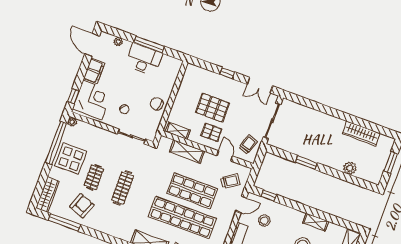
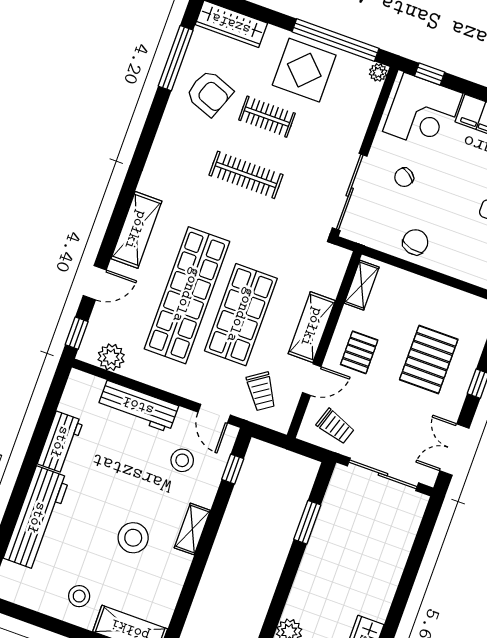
pallet: (212, 108) -> (429, 359), moved
sliding door: (132, 136) -> (350, 192), width x1.37
shelving: (187, 151) -> (312, 327), moved
window: (306, 163) -> (307, 522), moved
shelving: (316, 222) -> (192, 529), moved

